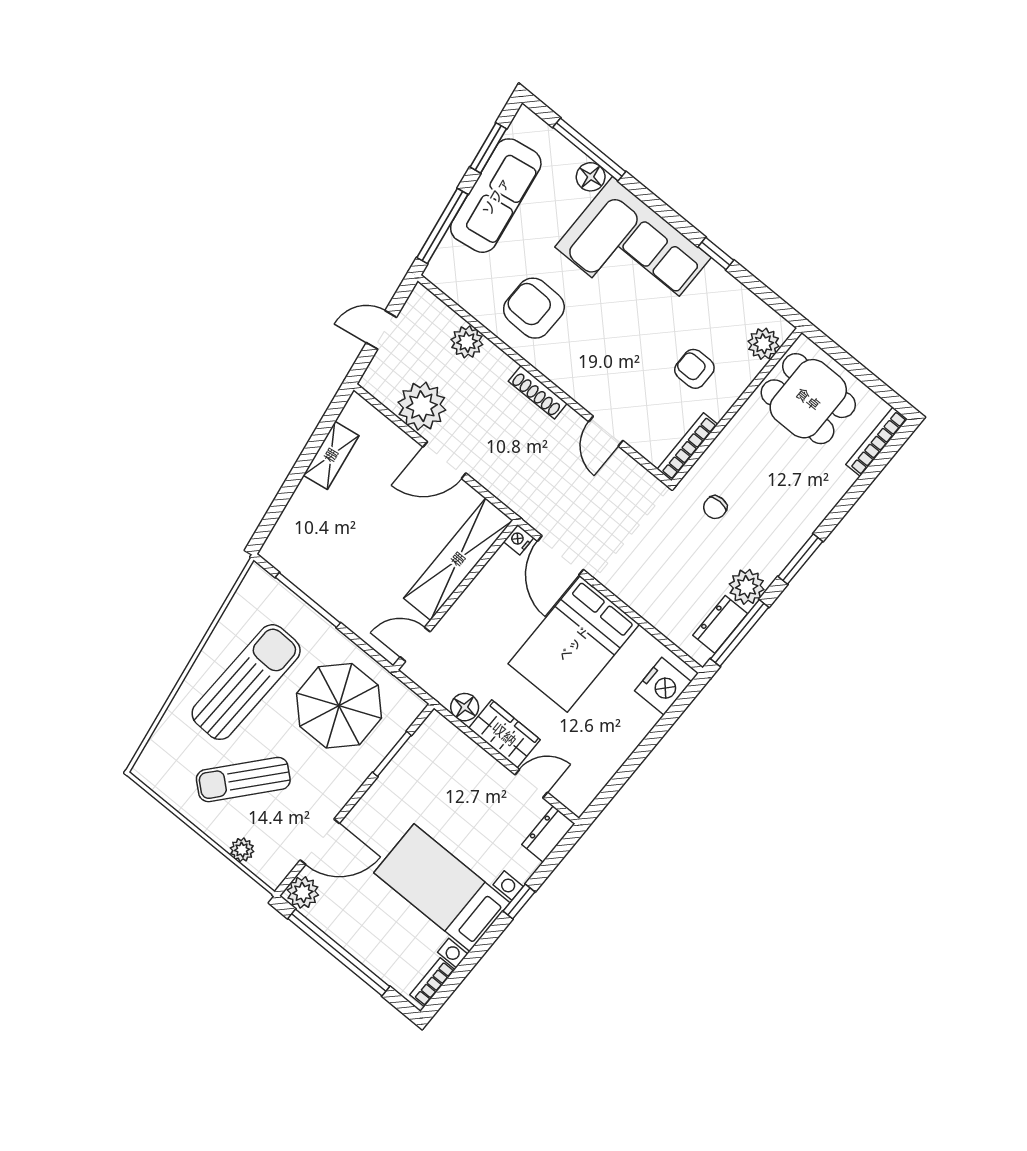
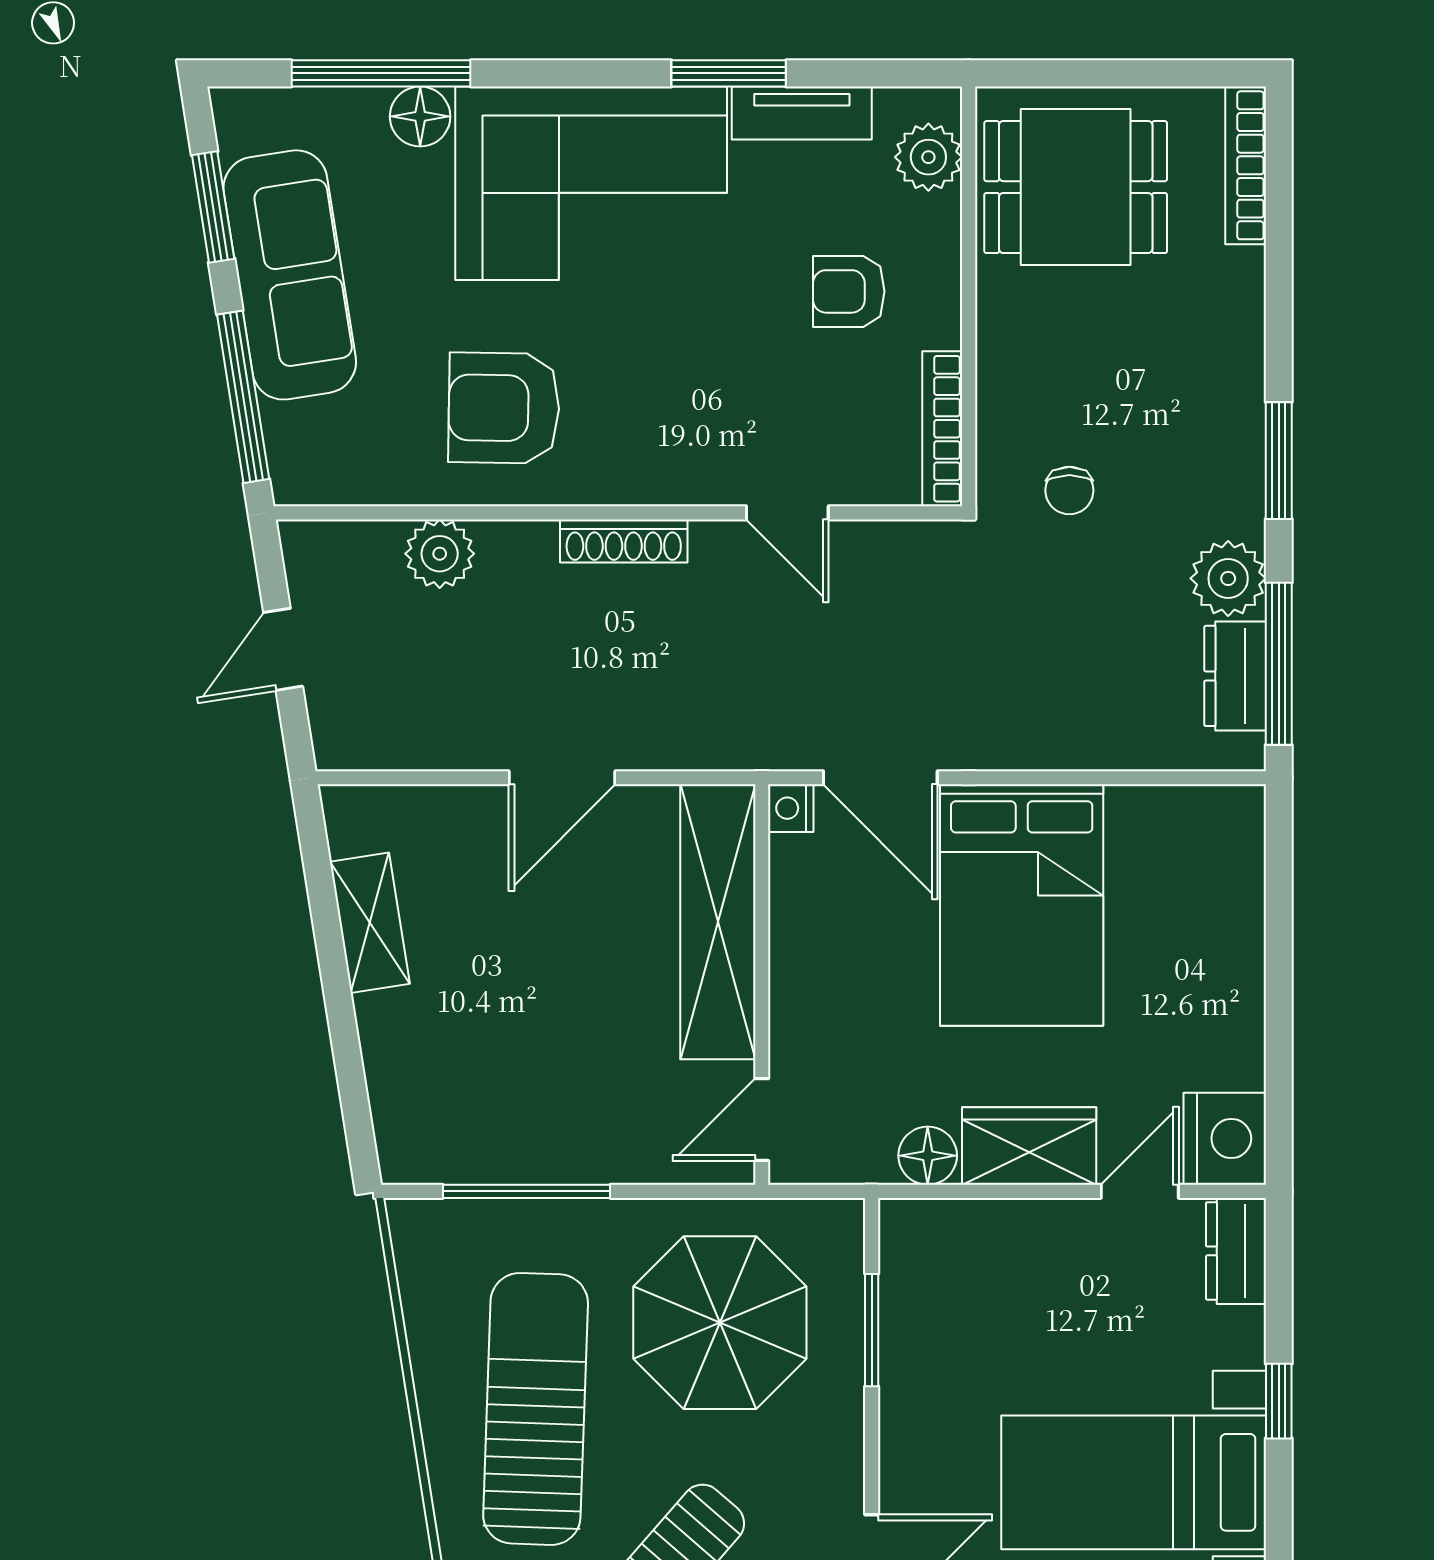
window: (716, 253) -> (729, 73), width x1.50
tv unit: (731, 290) -> (802, 113), added
plant: (422, 406) -> (452, 720), removed
nightstand: (663, 686) -> (1225, 1138), moved

